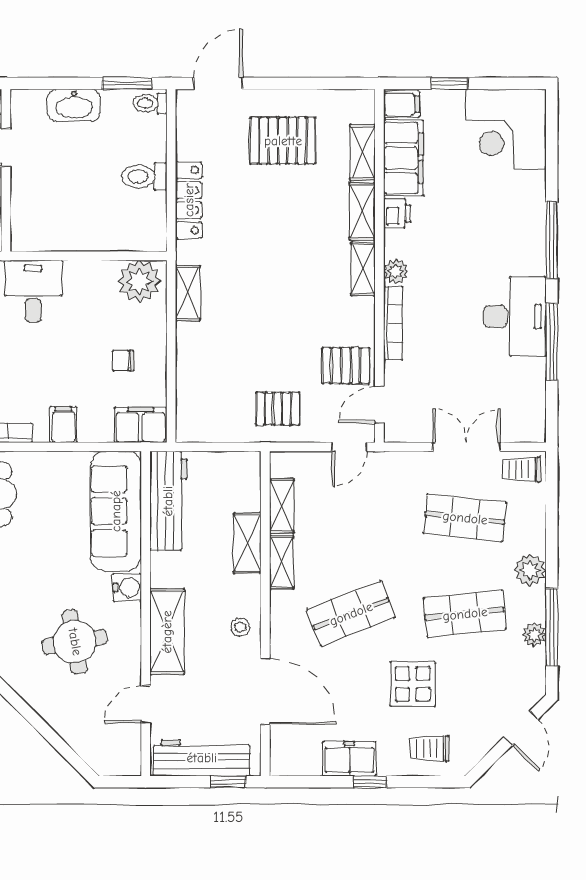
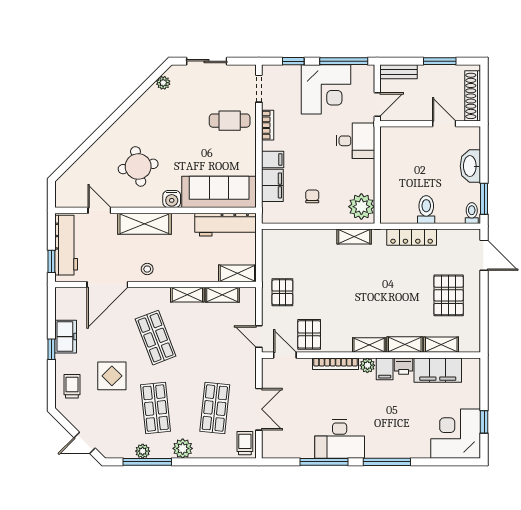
window: (449, 83) -> (484, 422), moved
filing cabinet: (401, 104) -> (385, 369), moved
filing cabinet: (141, 425) -> (272, 185), moved
shelving: (247, 543) -> (237, 273), moved

